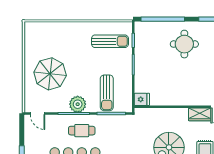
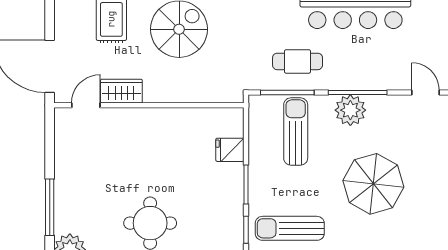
parasol: (50, 74) -> (373, 184), moved
fridge: (142, 99) -> (230, 150), moved
cafe table: (82, 131) -> (298, 61), moved

